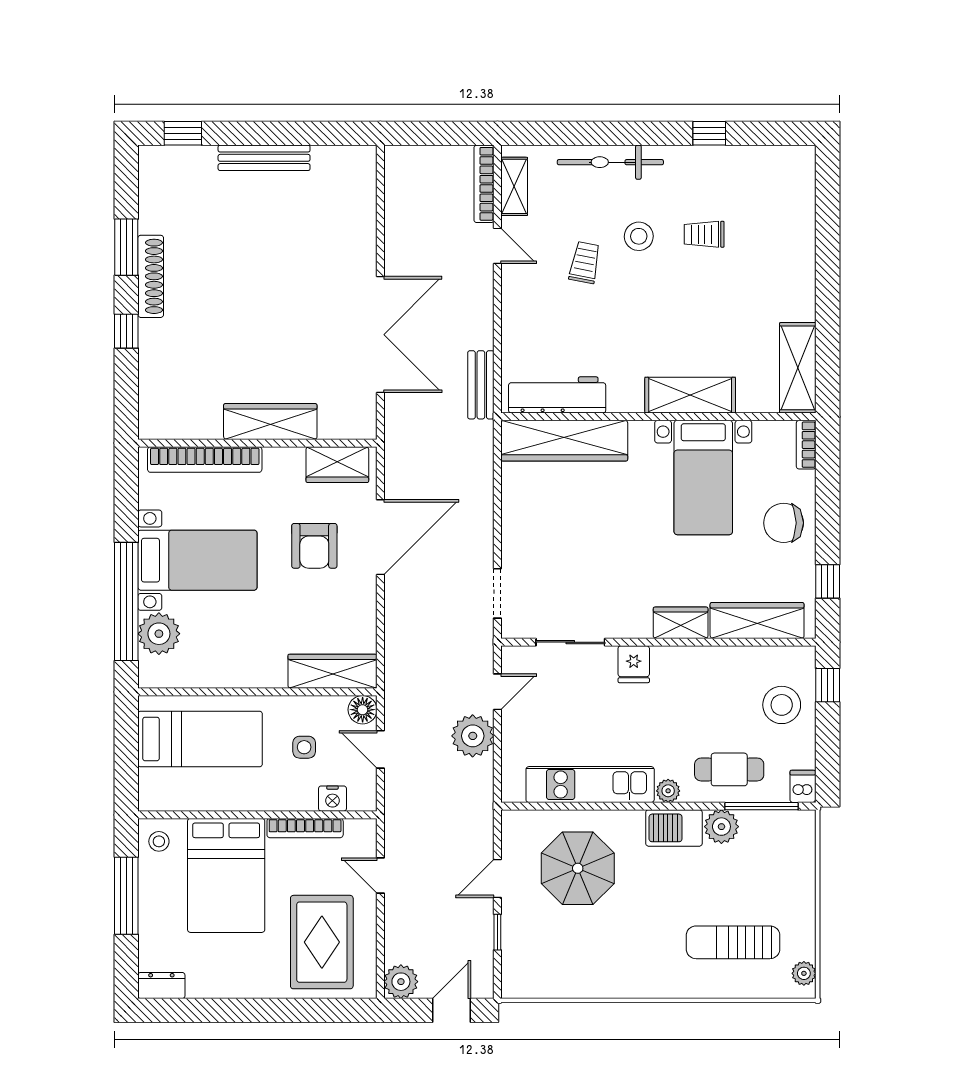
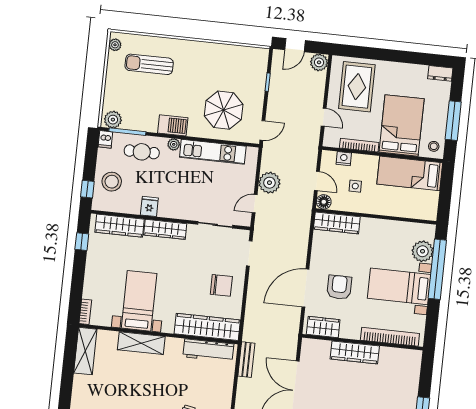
chair: (784, 523) -> (221, 285), moved
wardrobe: (681, 623) -> (165, 229), width x1.50
fridge: (634, 664) -> (149, 206), moved
bed: (200, 739) -> (410, 173), moved
plant: (721, 827) -> (113, 120), moved
door: (497, 879) -> (262, 130), moved
sun lounger: (733, 942) -> (149, 64), turned 180

